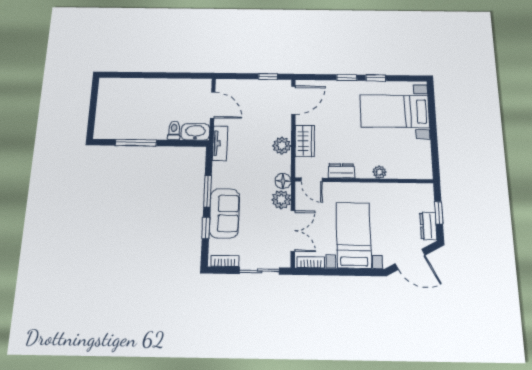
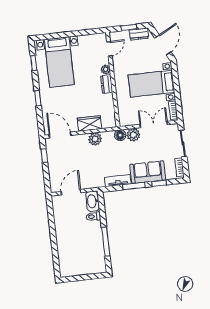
window: (376, 78) -> (34, 63), moved
tv unit: (220, 143) -> (118, 181), moved
dresser: (342, 171) -> (107, 84), moved
door: (312, 180) -> (109, 49), moved

